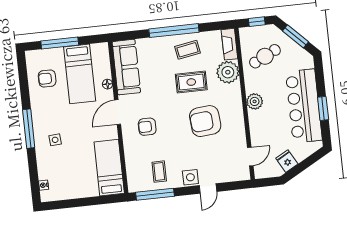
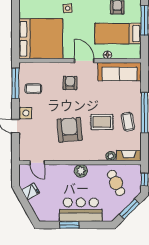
plant: (228, 72) -> (111, 156), width x0.53, depth x0.53
rug: (191, 82) -> (102, 122), turned 90
bar counter: (304, 106) -> (81, 210), width x0.73
bed: (109, 168) -> (41, 39), width x2.04

